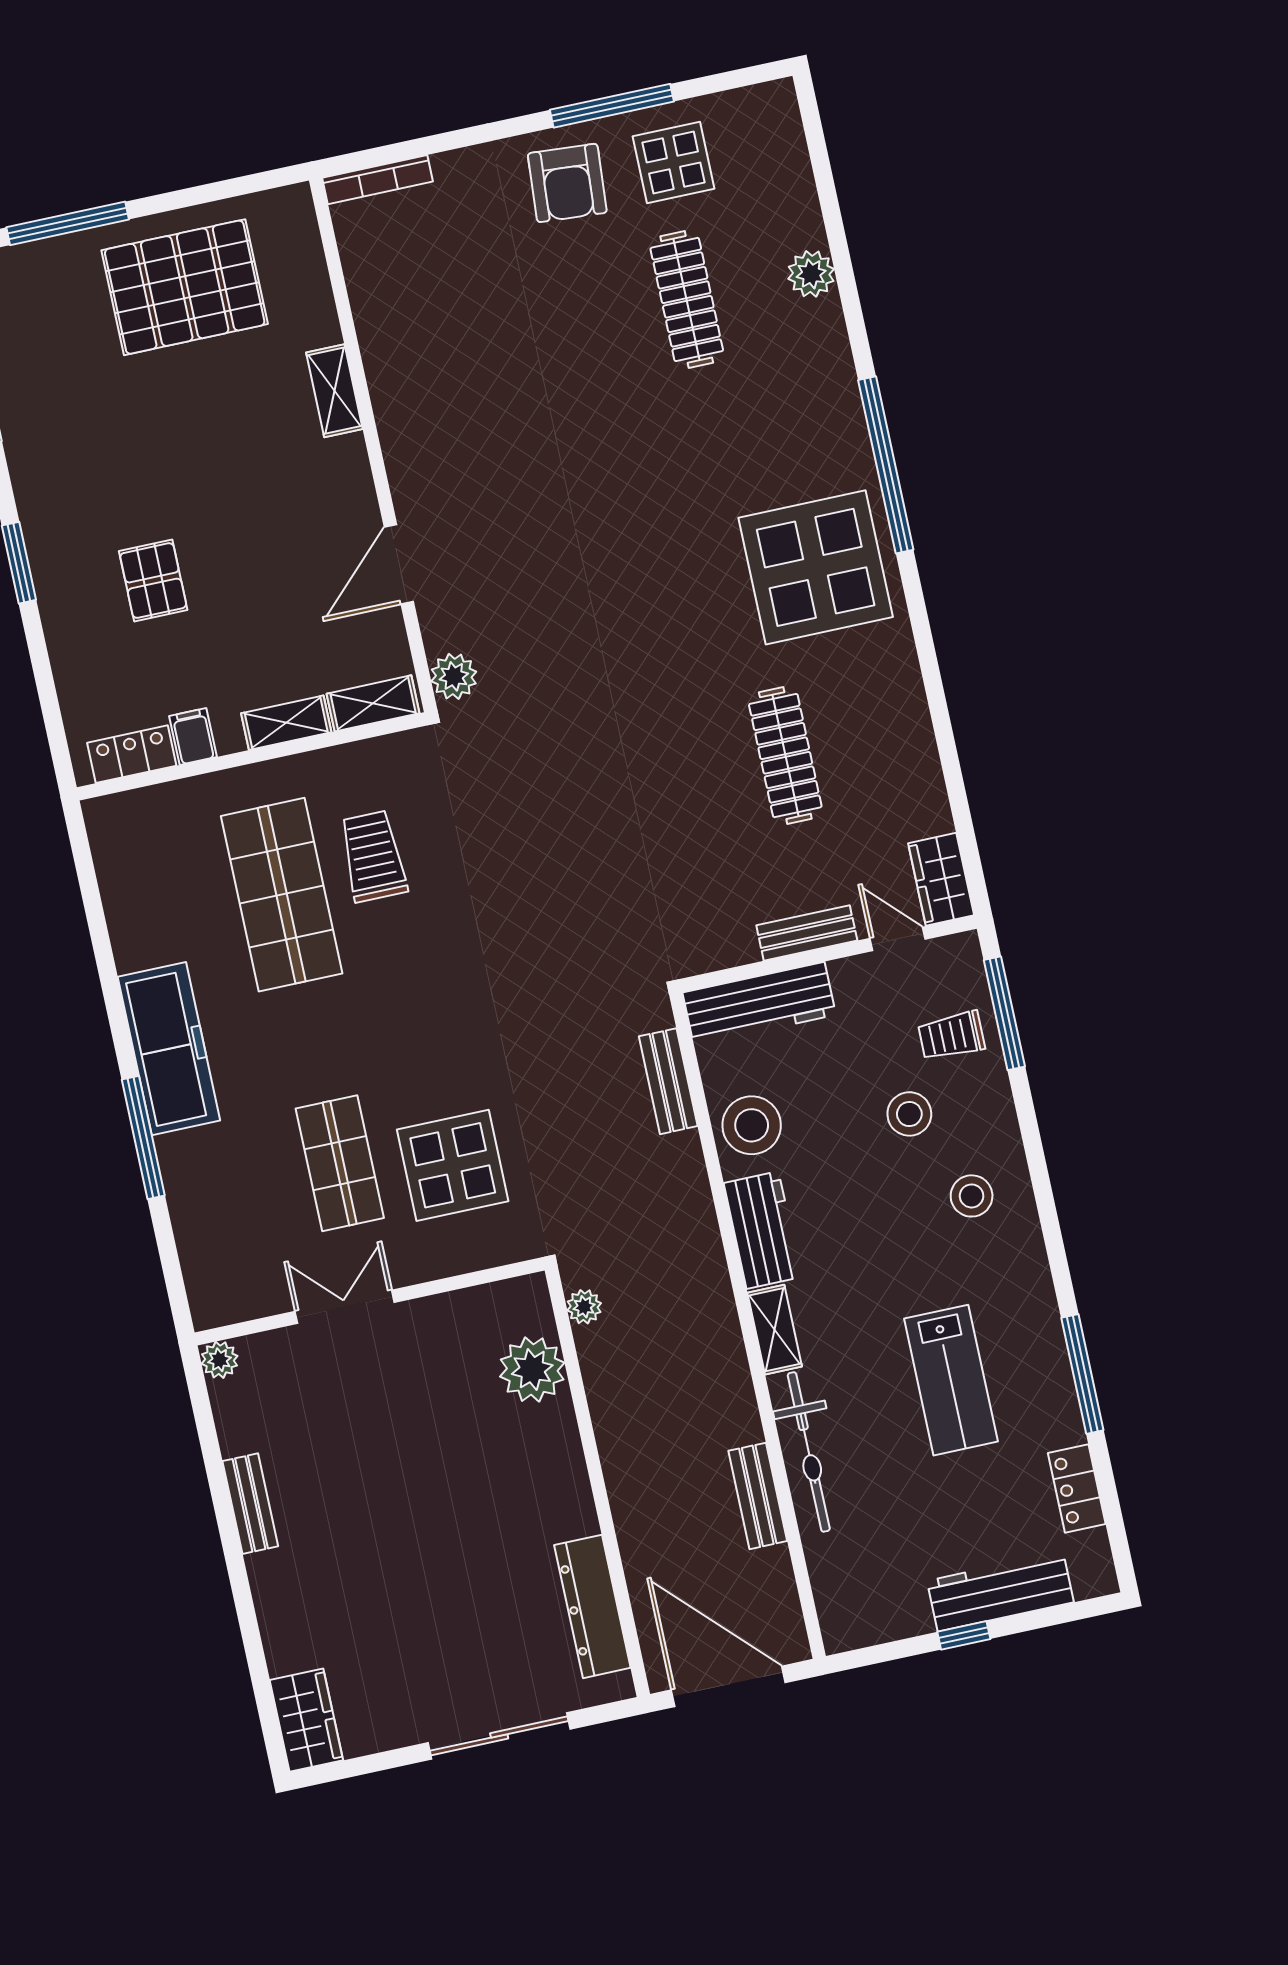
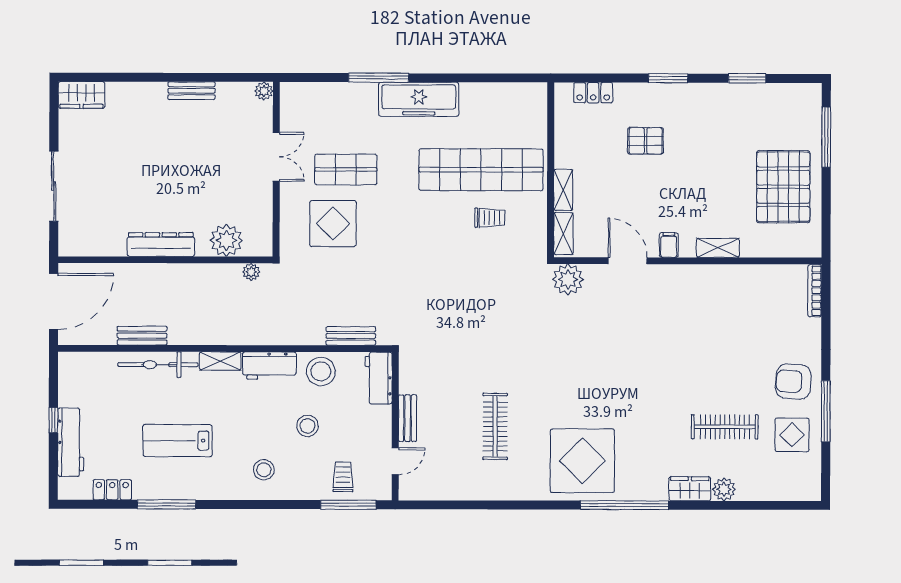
plant: (454, 676) -> (568, 279), width x1.36, depth x1.36
filing cabinet: (193, 736) -> (669, 245), moved, turned -90
locker: (132, 754) -> (593, 93), moved, turned 90
clothes rail: (785, 756) -> (495, 426), turned 90
trolley: (373, 856) -> (490, 218), width x0.73, depth x0.72
wardrobe: (941, 879) -> (690, 489), moved
shop shelf: (282, 895) -> (481, 170), width x1.40
workbench: (759, 1004) -> (379, 378), width x0.73
stool: (909, 1114) -> (307, 426), moved
dresser: (592, 1606) -> (161, 245), moved

